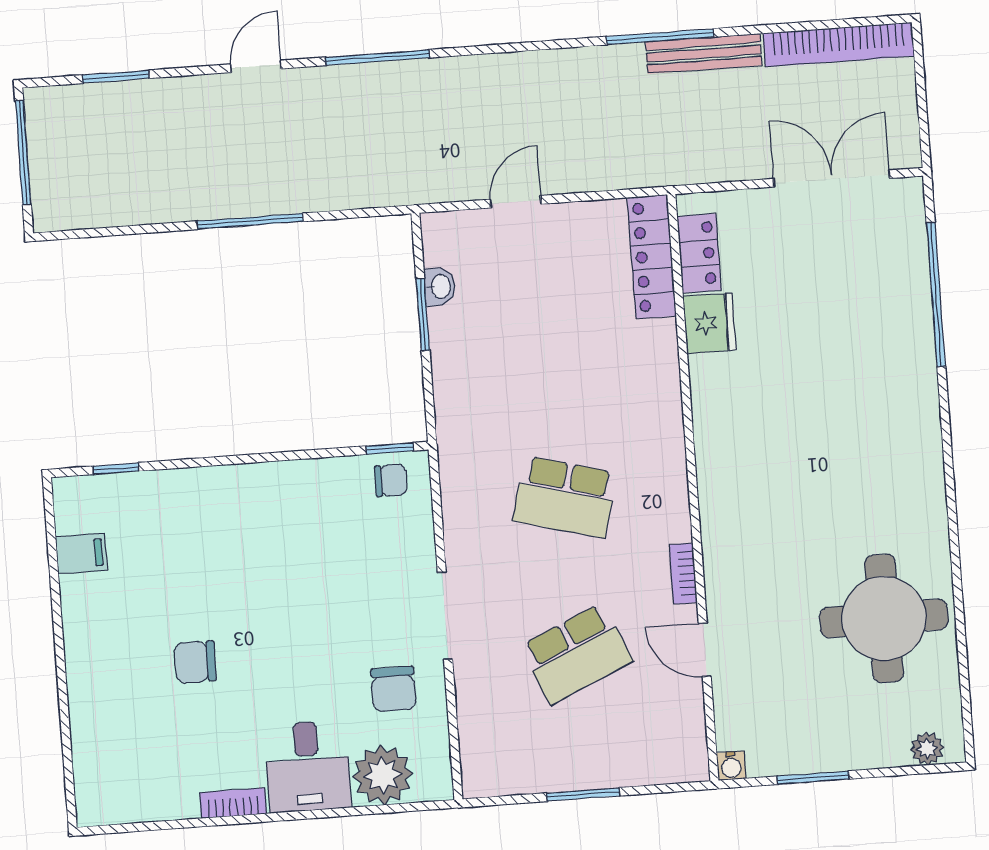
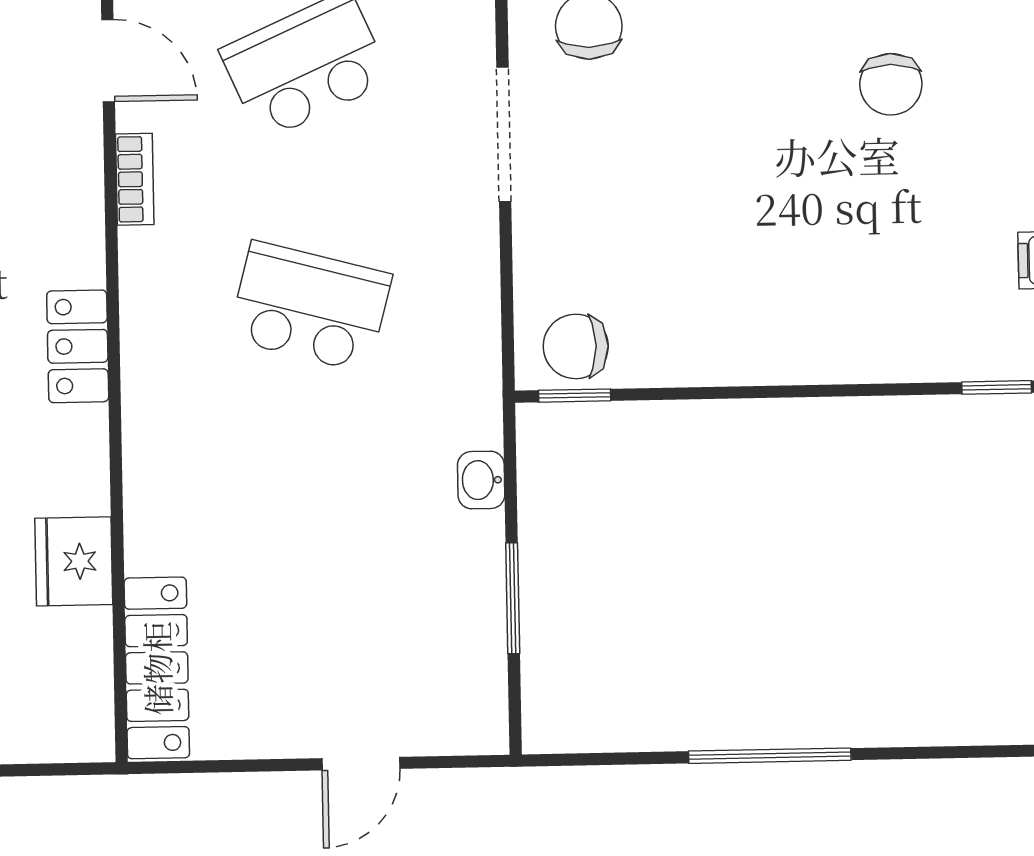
locker: (699, 253) -> (78, 346), moved
washbasin: (440, 287) -> (481, 480), moved
chair: (391, 480) -> (576, 346), width x1.37, depth x1.37
chair: (195, 662) -> (891, 84), turned 90

